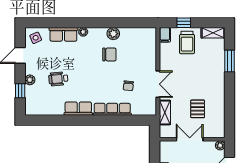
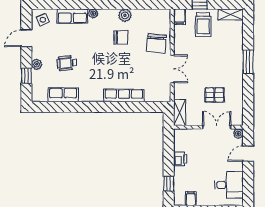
window: (230, 61) -> (248, 62), moved
chair: (128, 86) -> (156, 43), moved, width x1.87, depth x1.87
row of seats: (78, 109) -> (63, 95), moved
pallet: (198, 109) -> (214, 95), turned 90
shelving: (165, 112) -> (180, 113), moved
double door: (190, 139) -> (217, 127), moved

